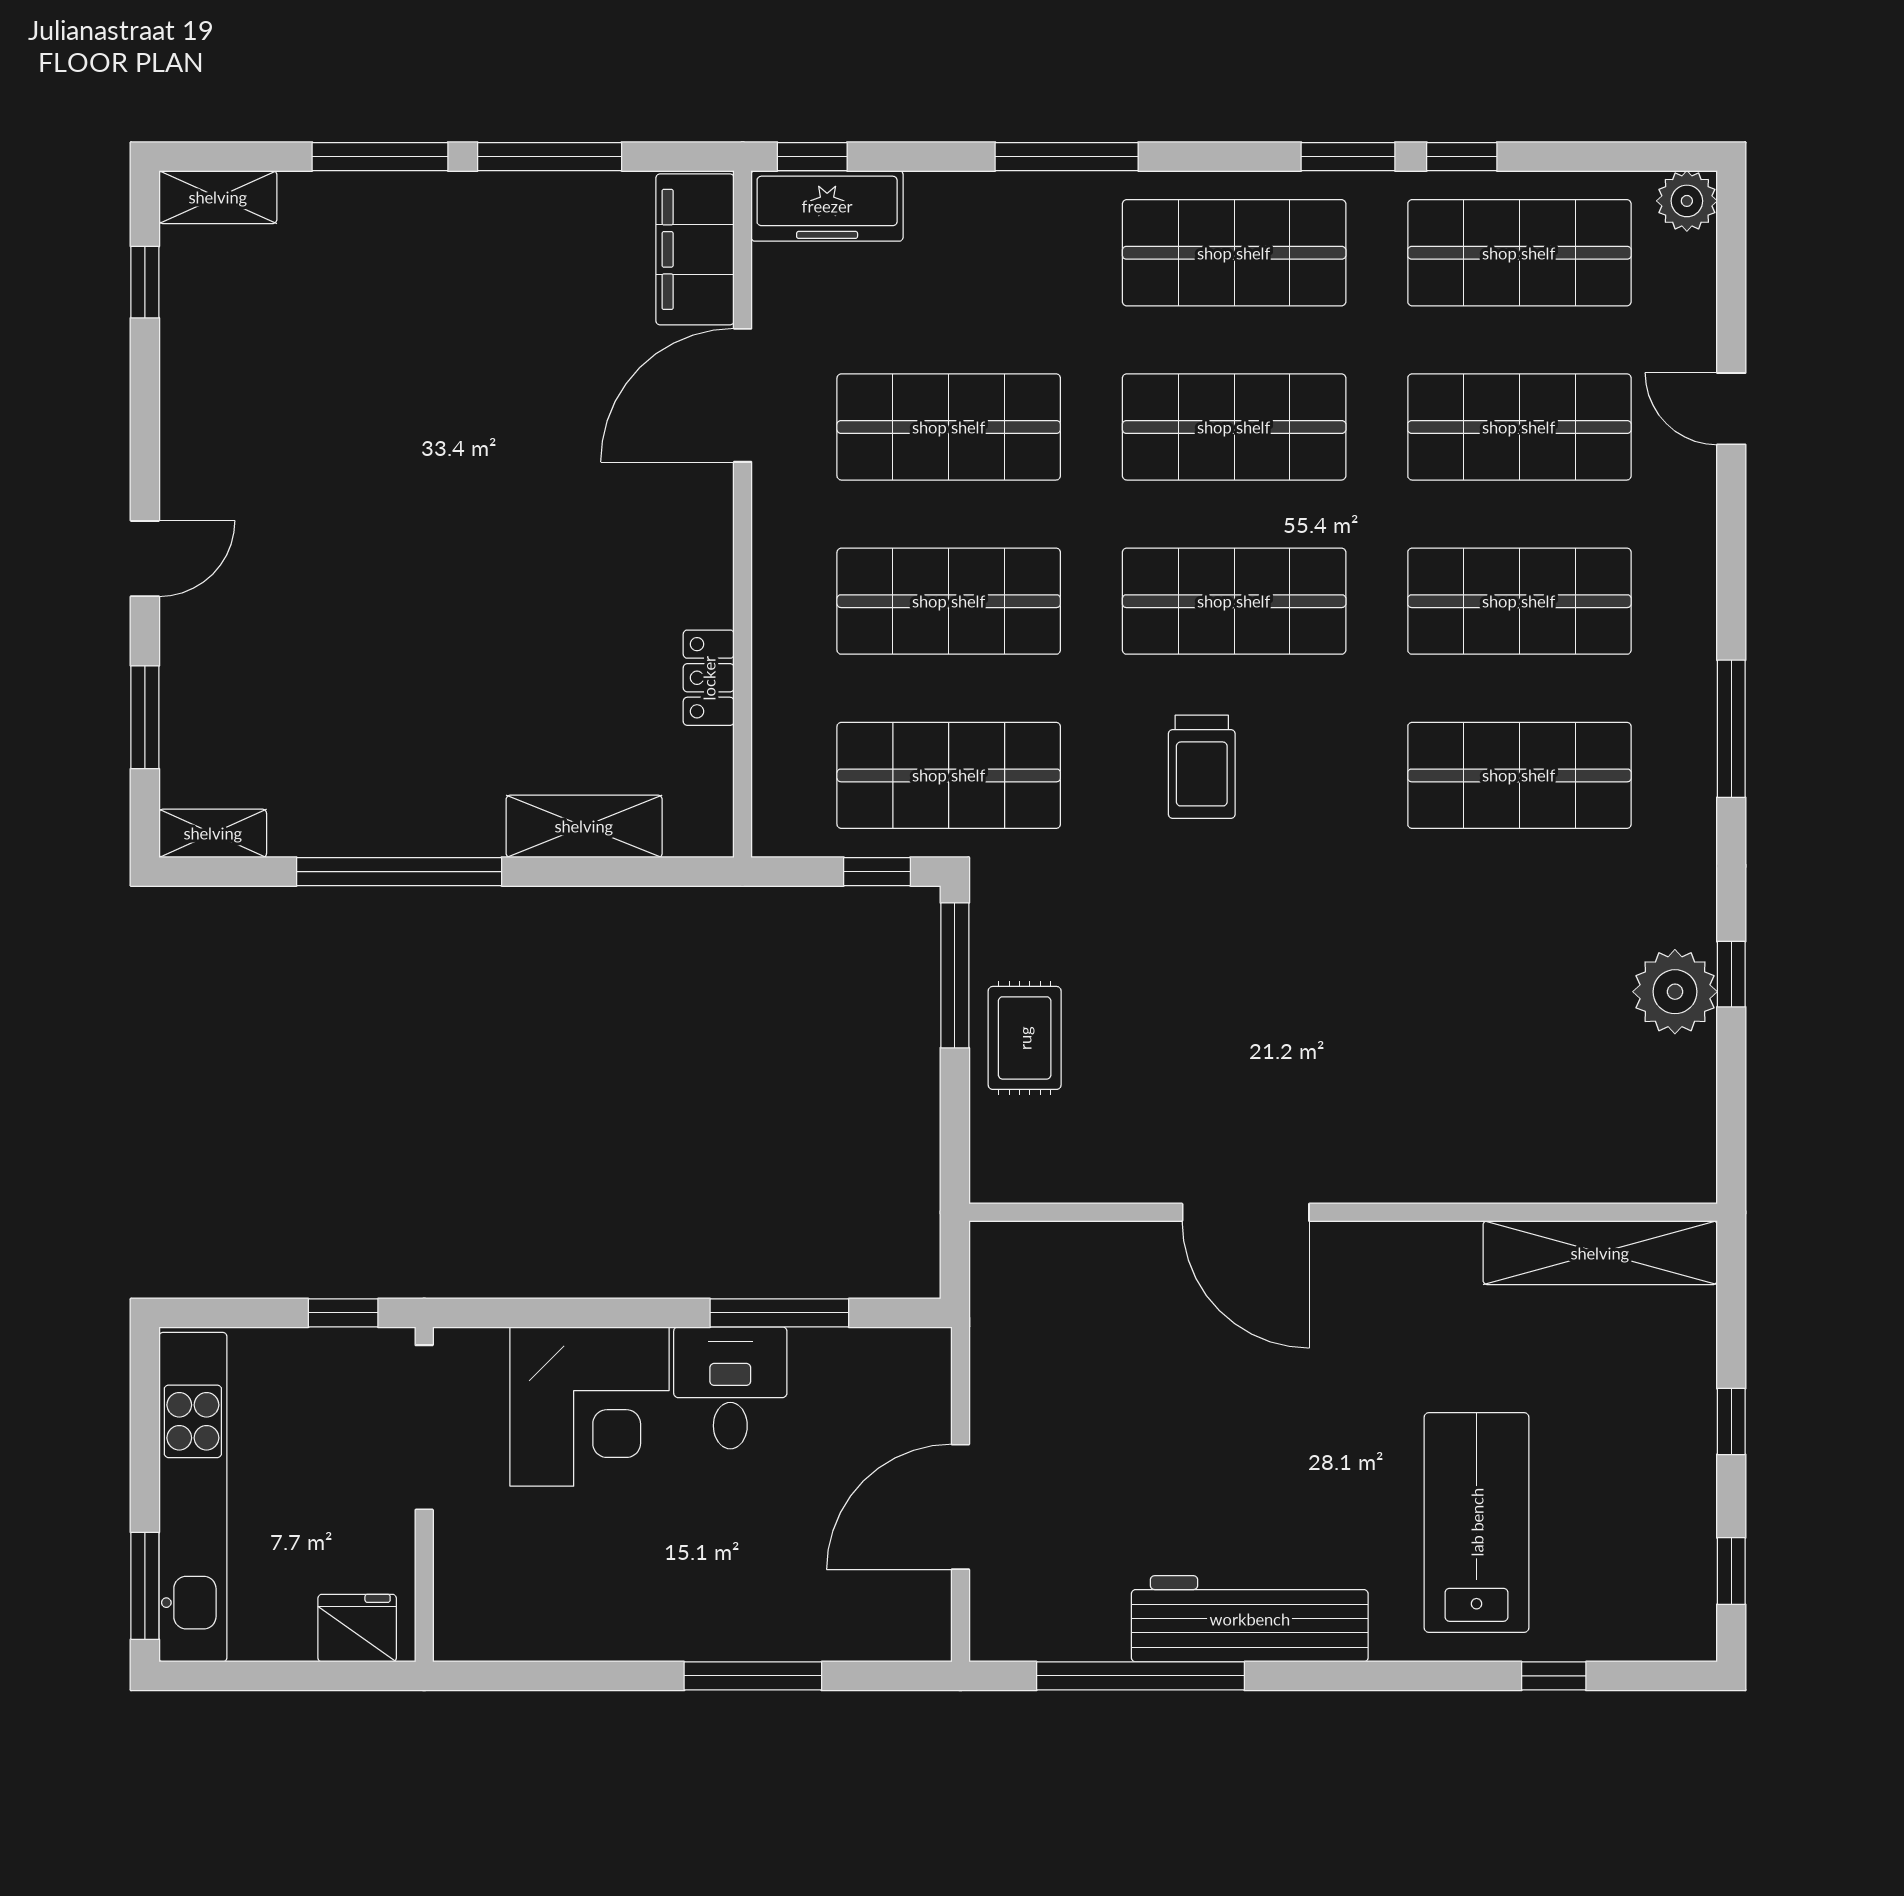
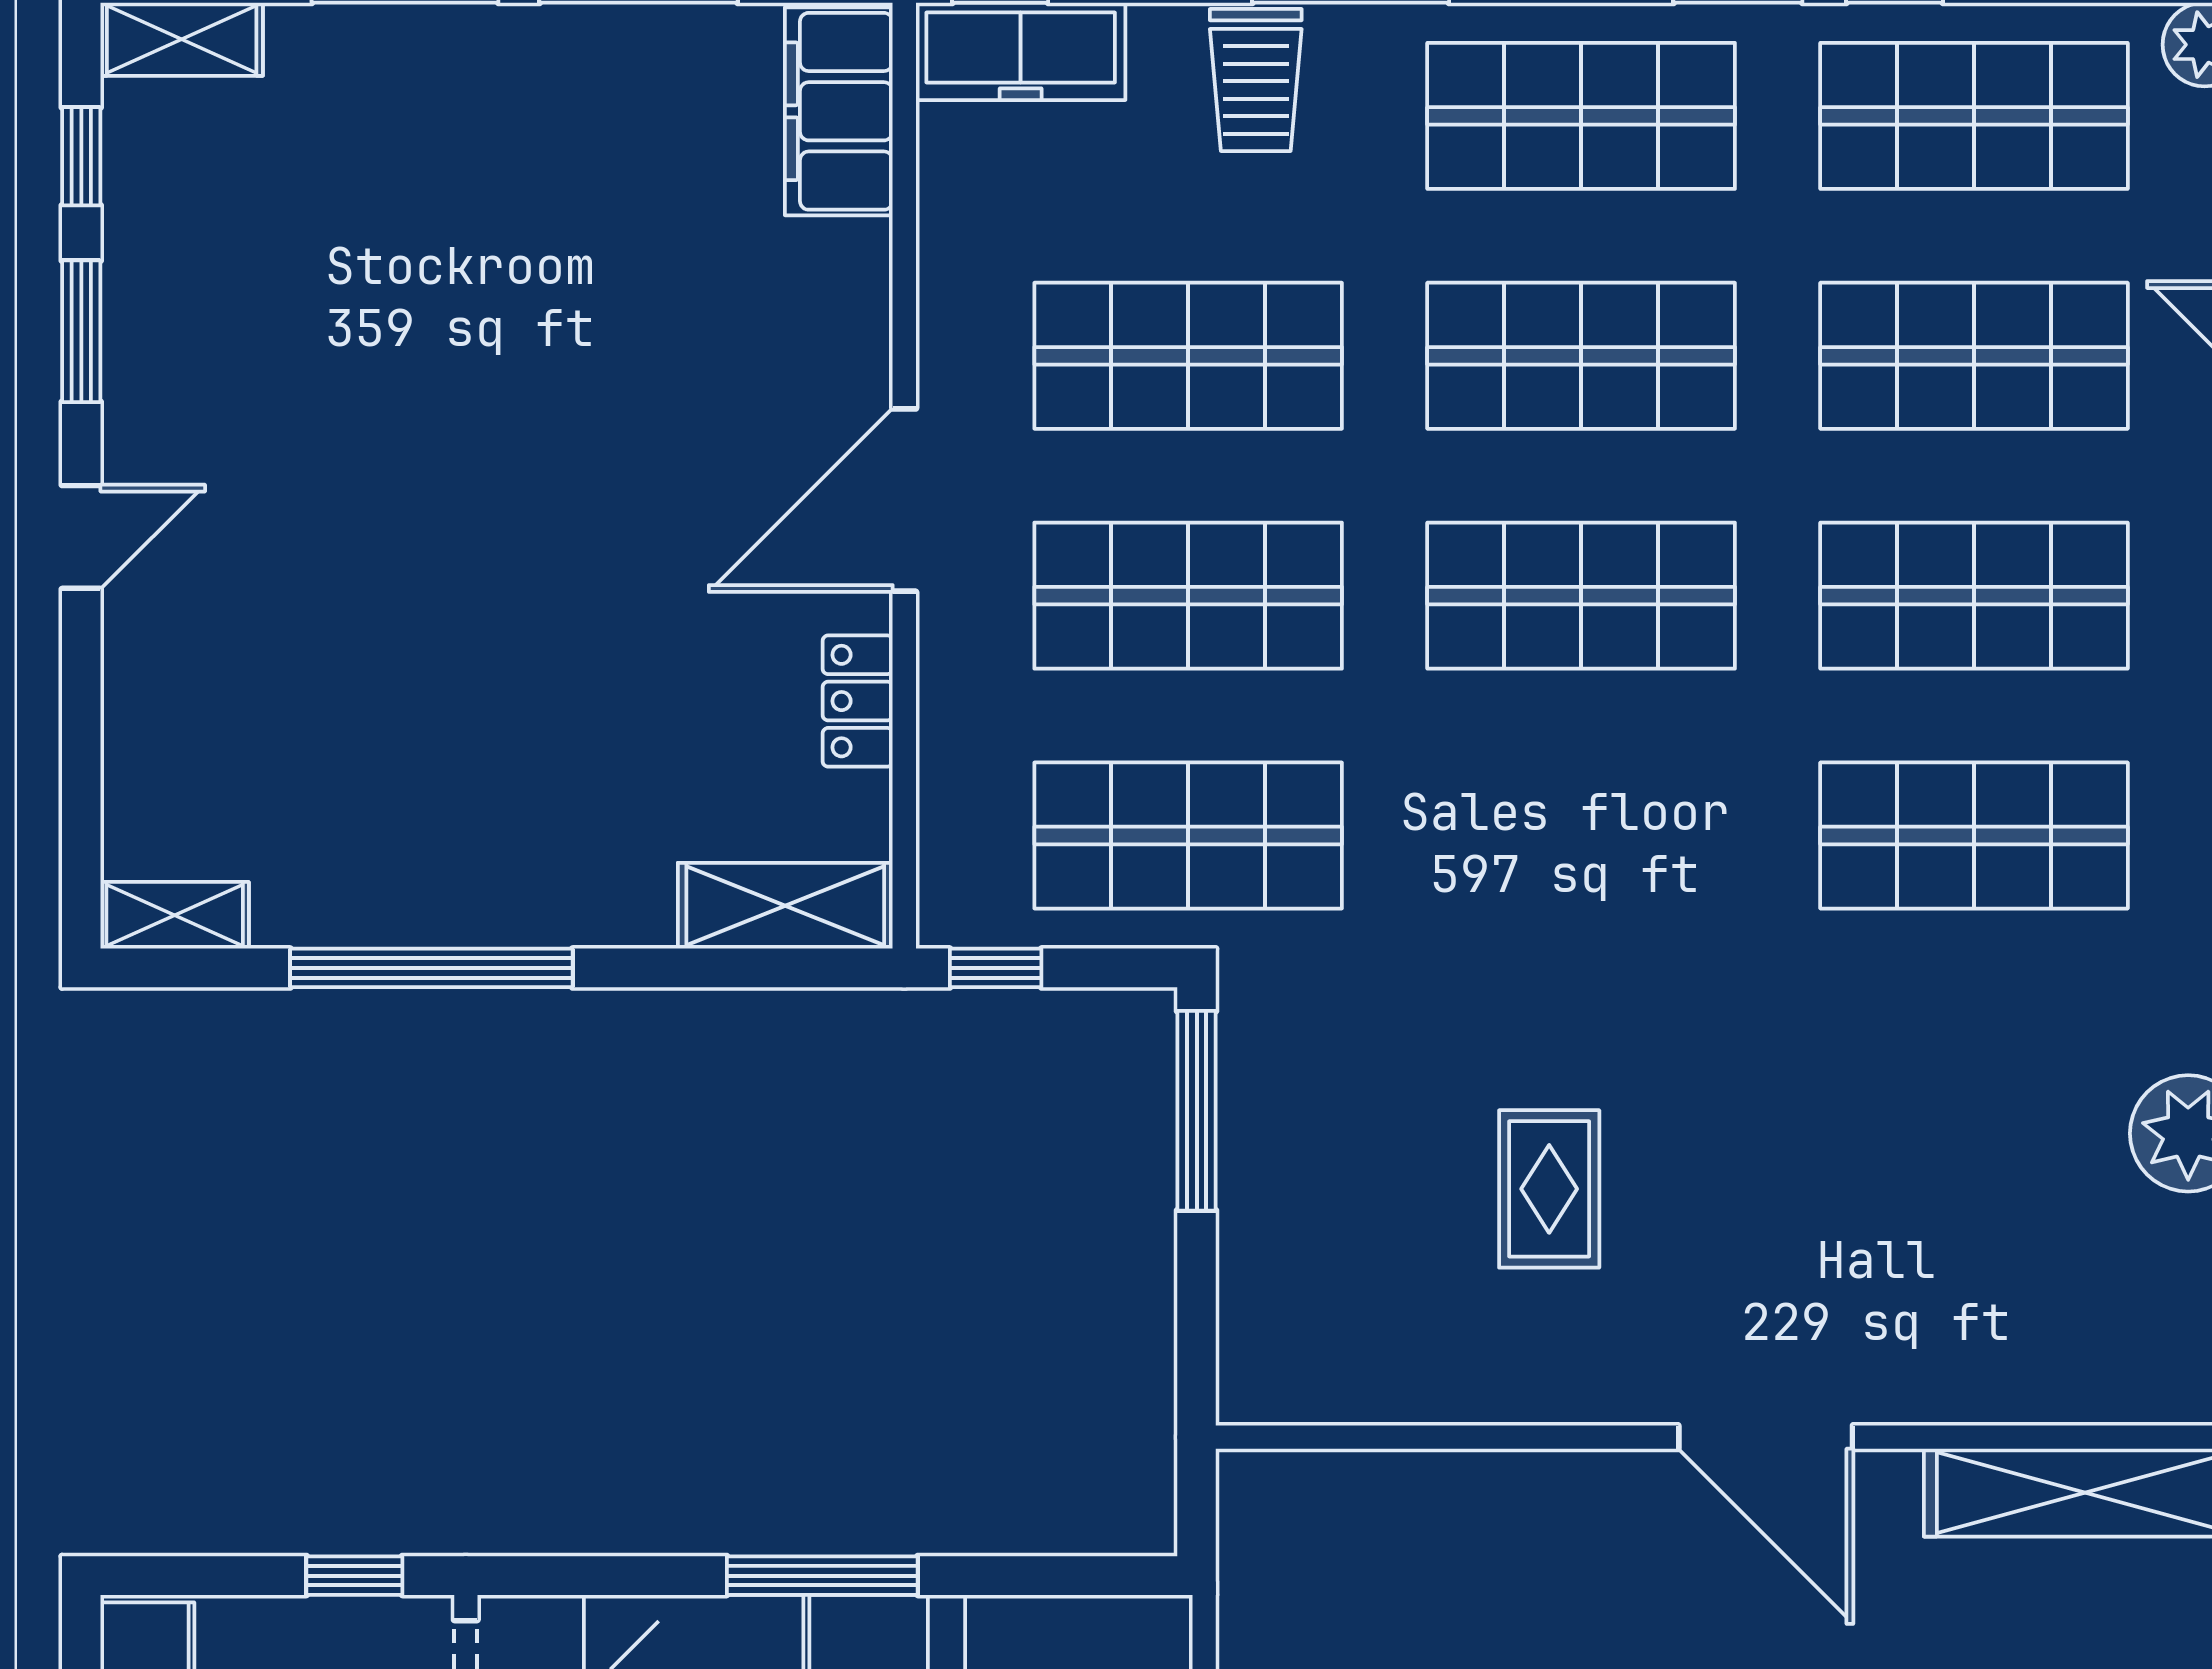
door: (743, 395) -> (904, 500), moved
window: (145, 717) -> (81, 331), moved
trolley: (1202, 767) -> (1256, 80), moved
shelving: (584, 826) -> (785, 906), moved
window: (877, 872) -> (996, 968), moved
rug: (1025, 1038) -> (1549, 1189), moved
door: (1246, 1212) -> (1766, 1437), moved
window: (779, 1313) -> (822, 1576), moved

